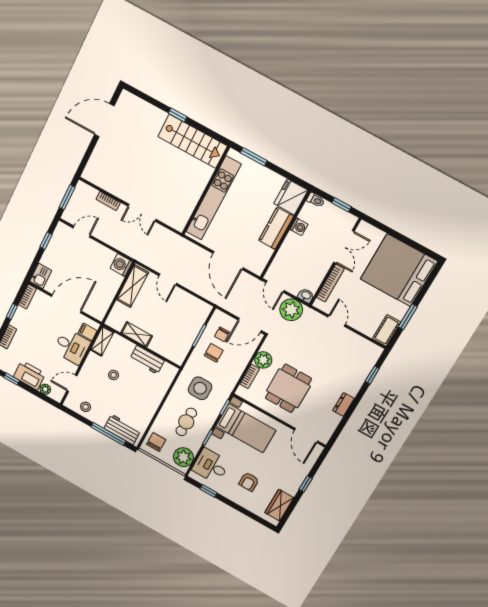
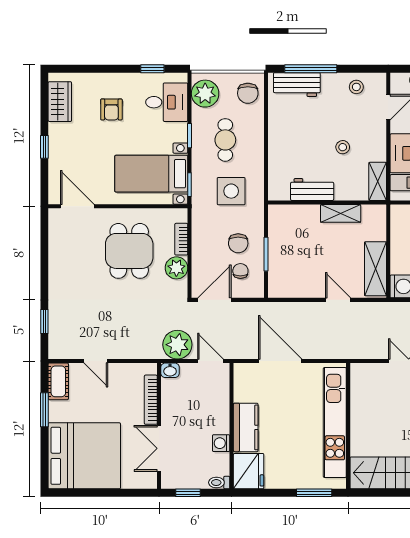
door: (337, 321) -> (96, 361), moved
dresser: (343, 404) -> (56, 268), removed
armchair: (249, 482) -> (111, 109), turned 180

